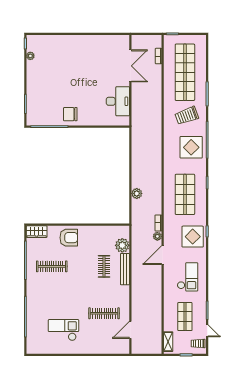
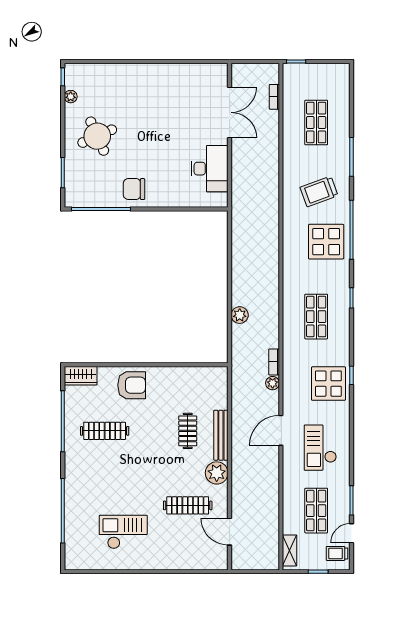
shop shelf: (185, 72) -> (316, 123), width x0.50, depth x0.74
round table: (47, 81) -> (97, 136), added
shop shelf: (185, 194) -> (316, 317), width x0.70, depth x0.74
plant: (122, 245) -> (217, 473), moved
door: (163, 255) -> (281, 430), moved
checkout: (187, 277) -> (320, 448), turned 180
door: (130, 330) -> (230, 532), hinge flipped
door: (207, 331) -> (351, 533), swing flipped

